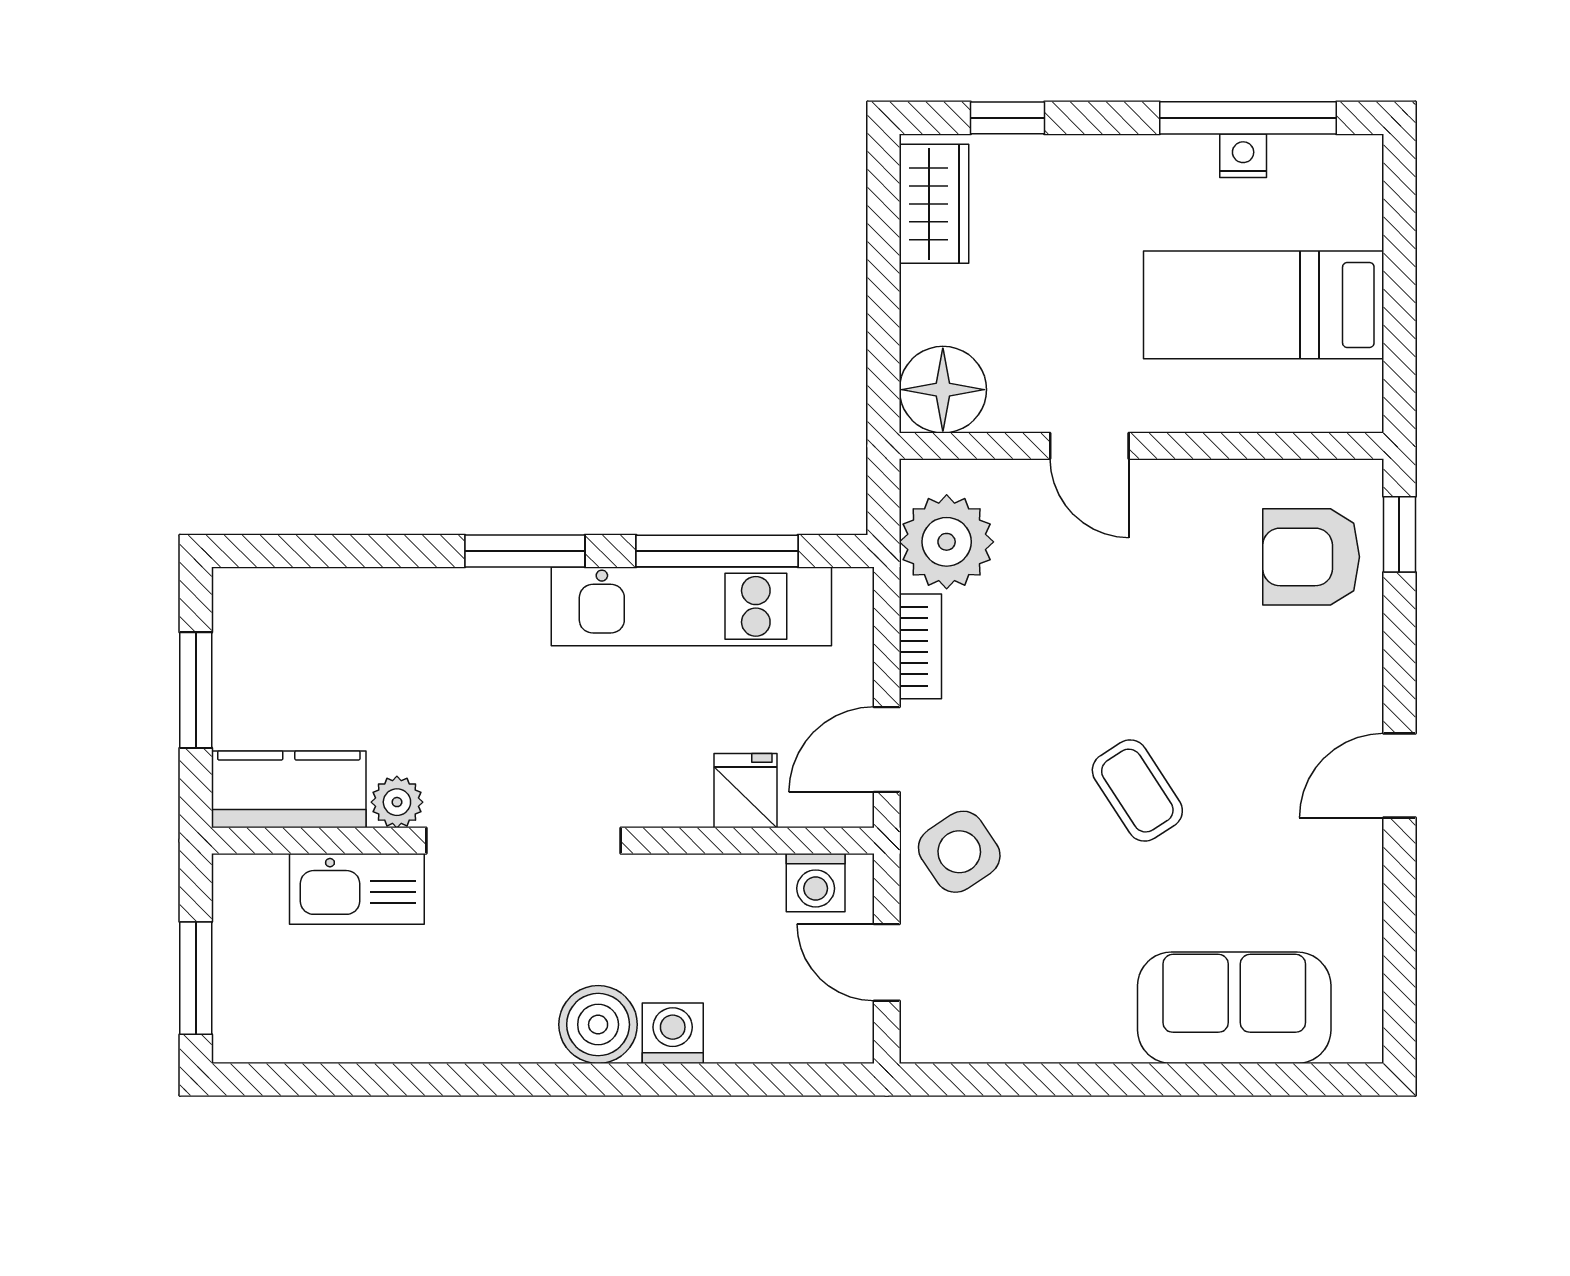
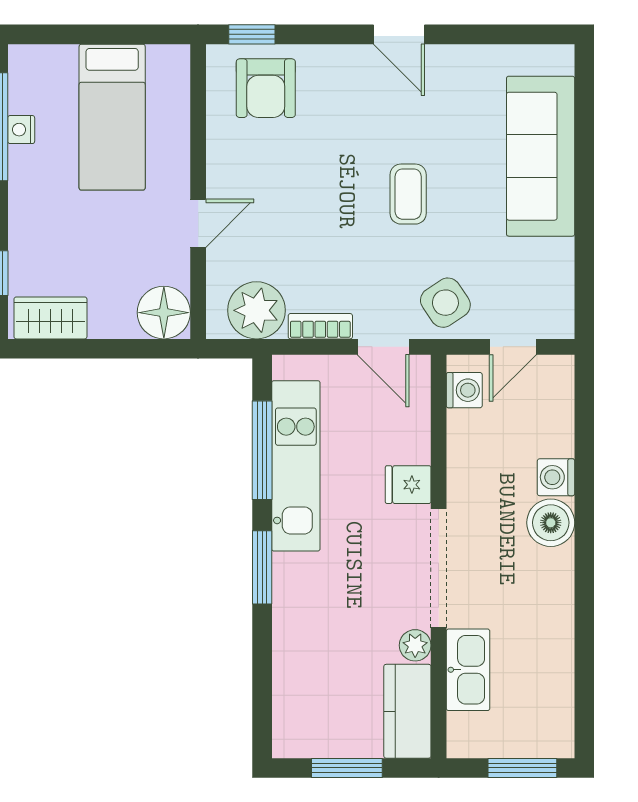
fridge: (746, 791) -> (408, 485), moved
coffee table: (1137, 791) -> (408, 194), turned -57
sofa: (1234, 1008) -> (541, 156), width x1.36

